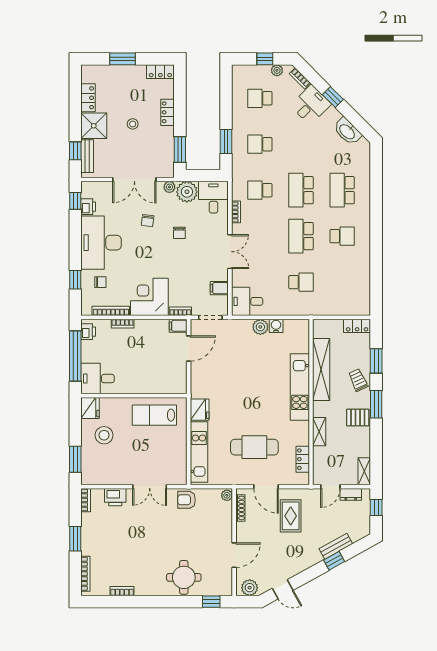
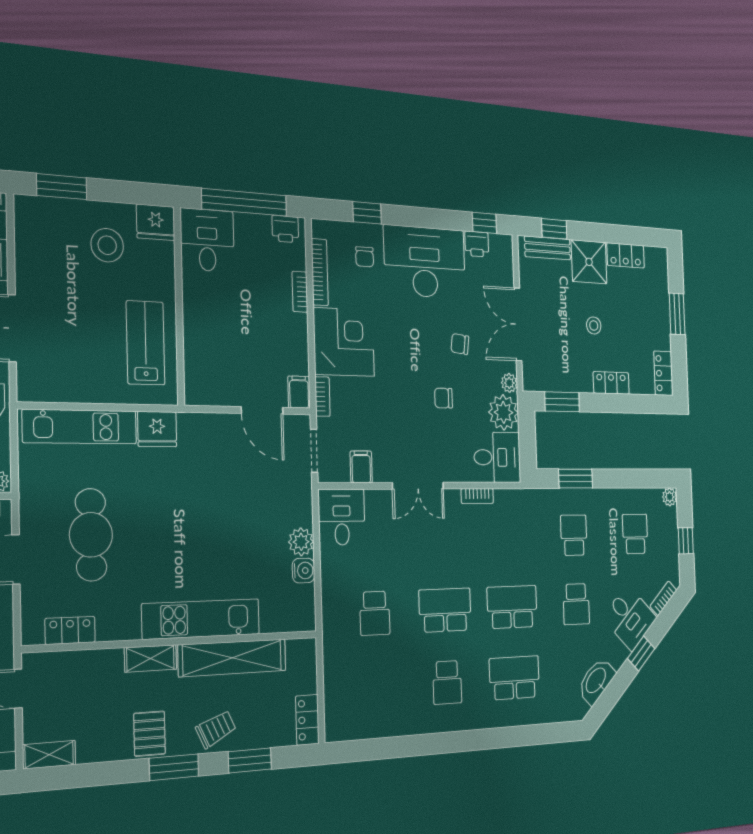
plant: (277, 70) -> (670, 497), moved
school desk: (260, 190) -> (576, 604), moved, turned 180
shelving: (319, 432) -> (150, 658), moved

